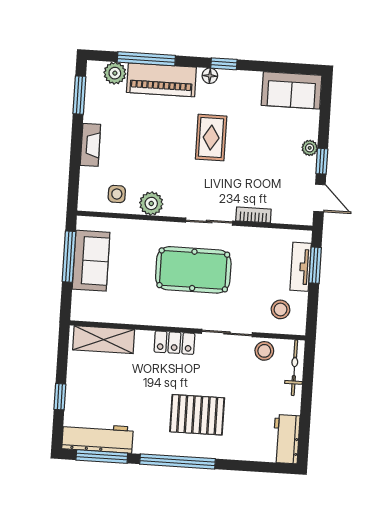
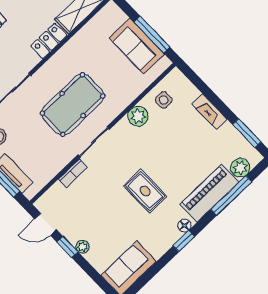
locker: (174, 343) -> (49, 41), moved

